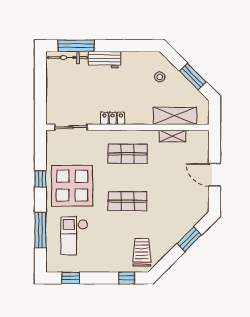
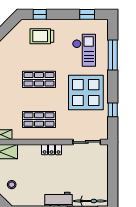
window: (40, 179) -> (113, 110), moved
trolley: (142, 252) -> (42, 36), moved, turned 90

